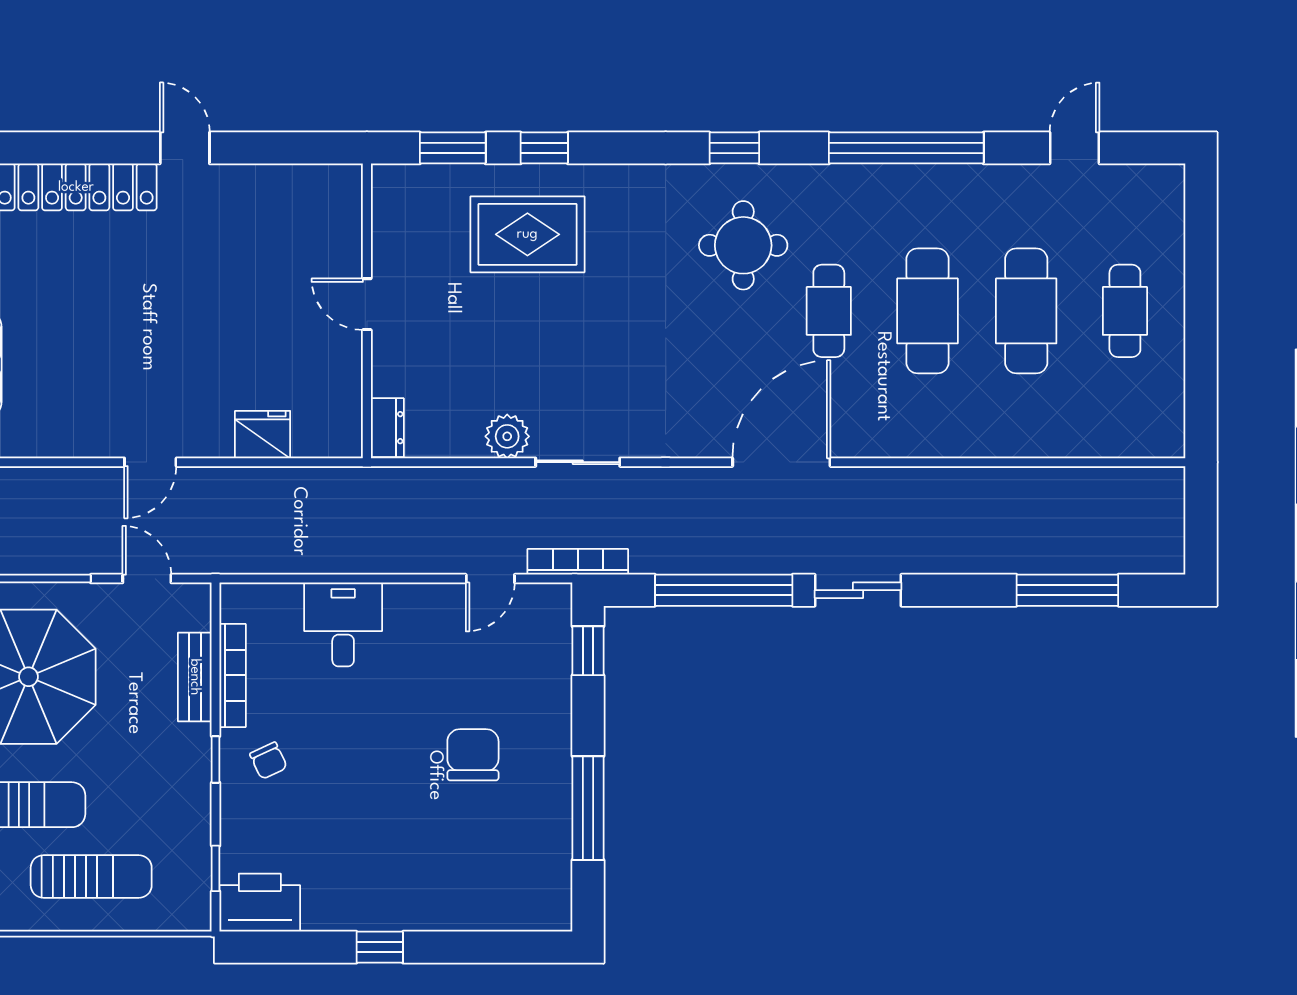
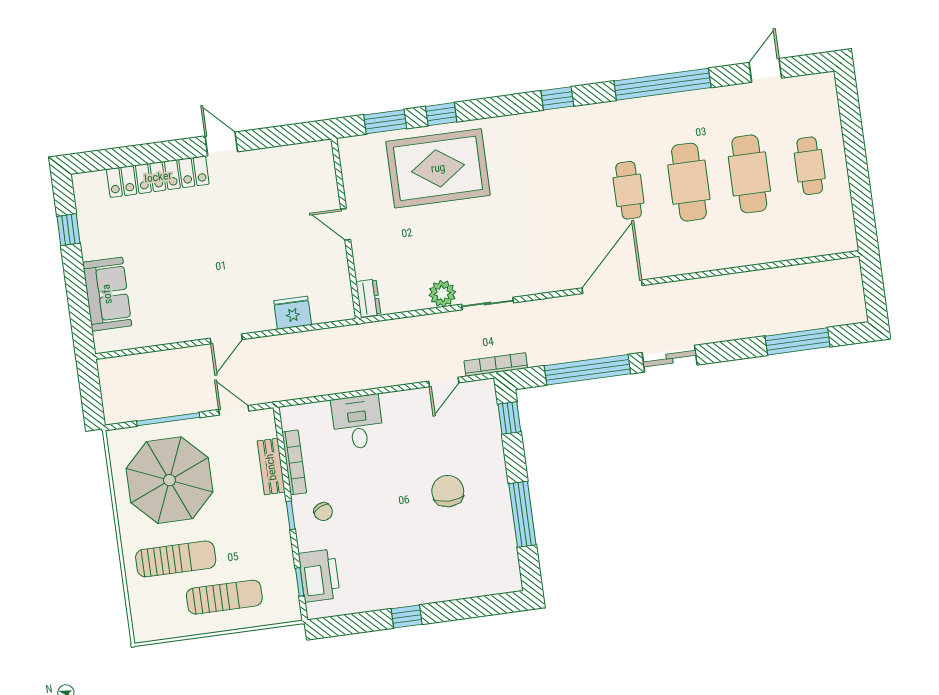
rug: (527, 234) -> (438, 168), width x1.37, depth x1.44
round table: (743, 245) -> (571, 157), removed
printer: (260, 903) -> (319, 576), moved, turned 90

